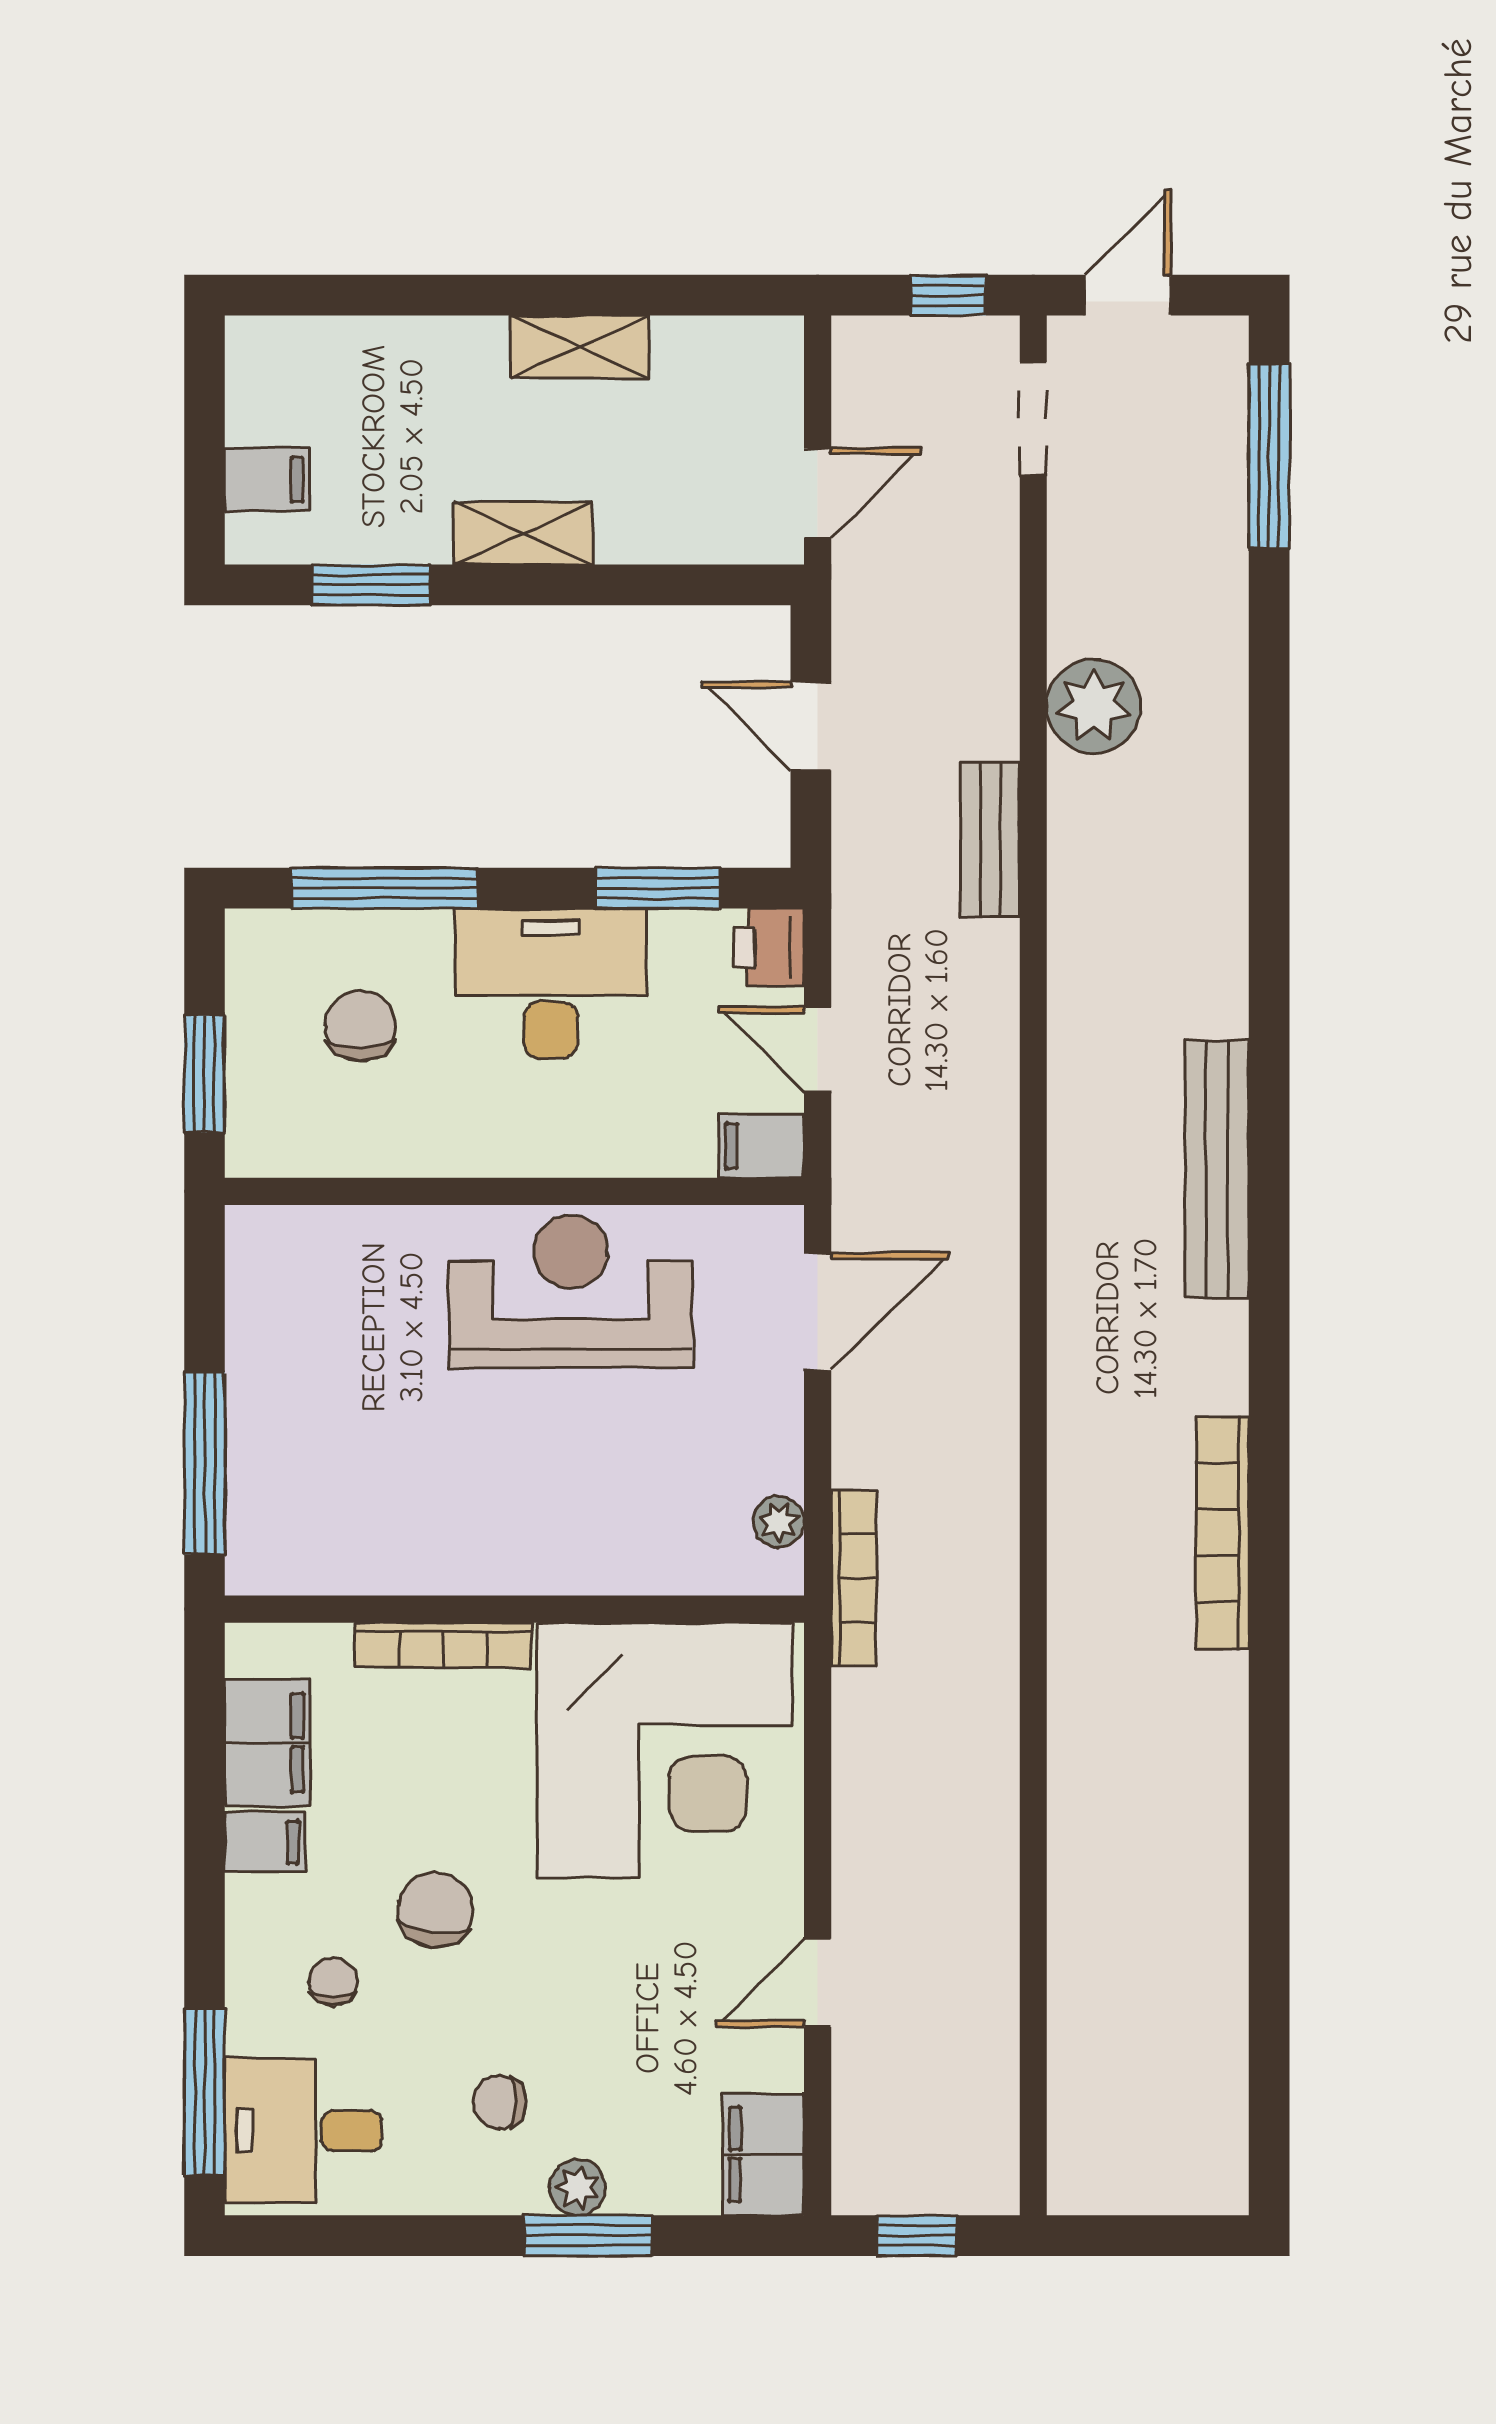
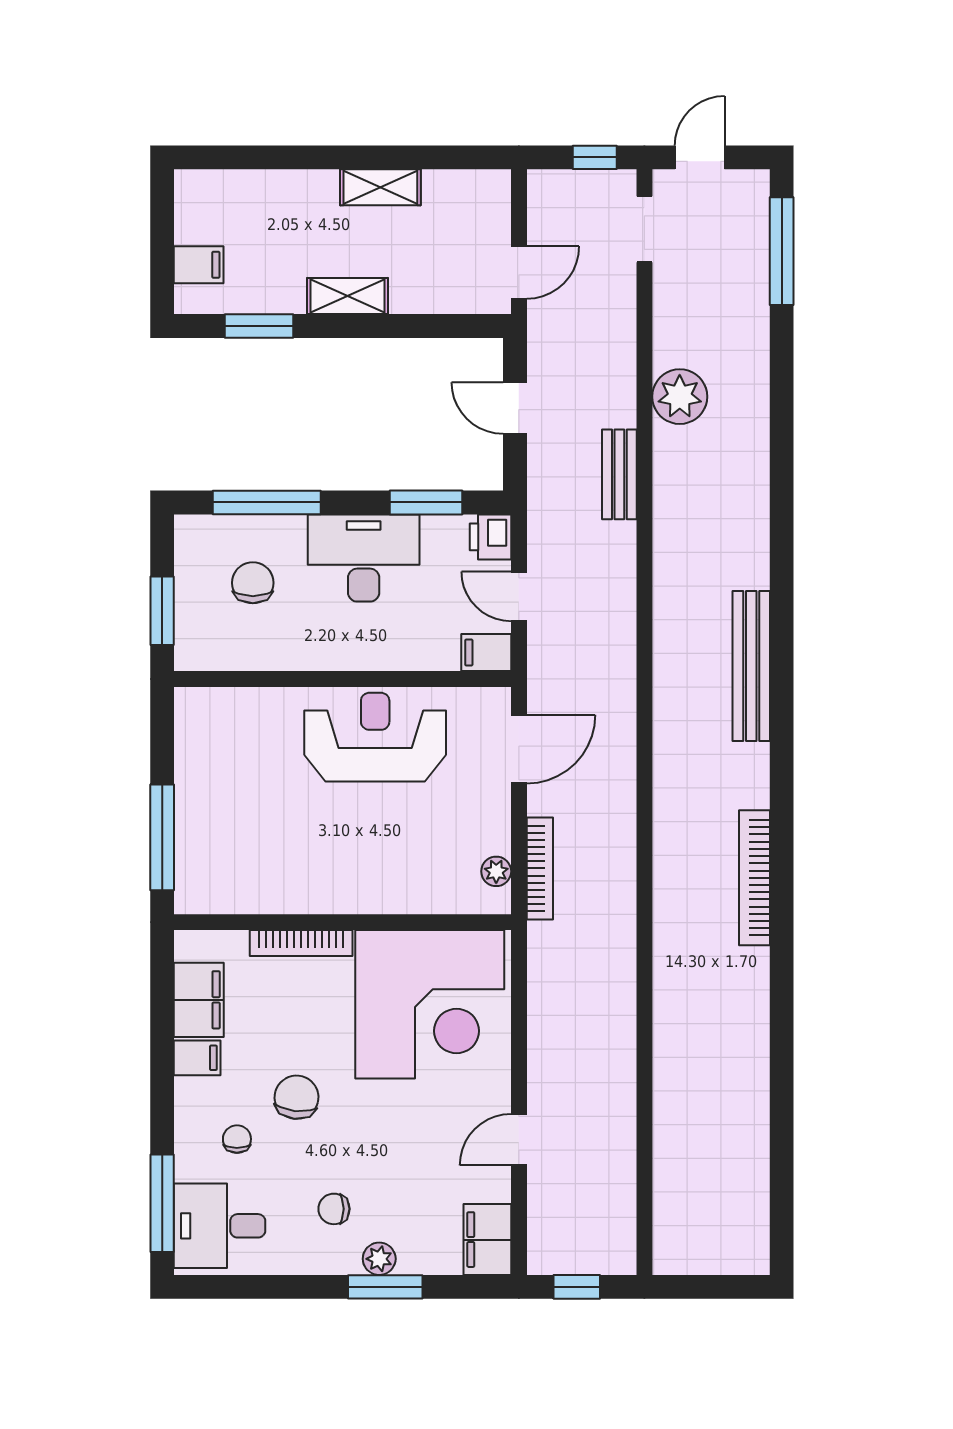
bookcase: (854, 1578) -> (540, 868), moved

